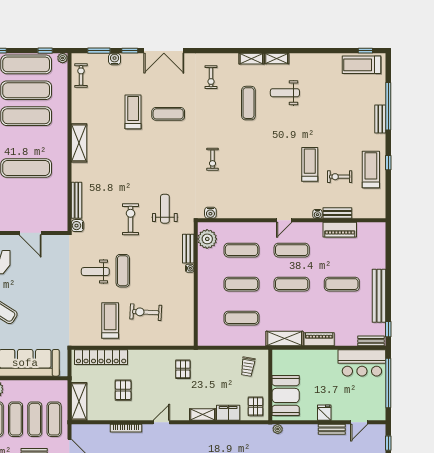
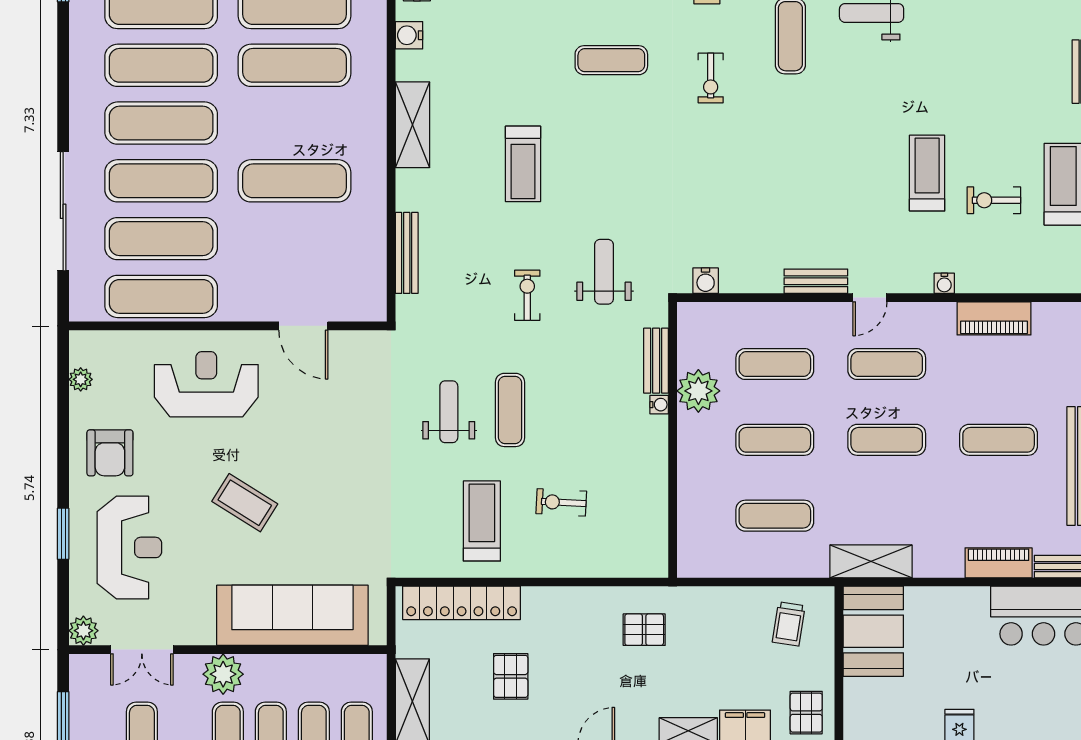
treadmill: (133, 112) -> (523, 164), moved, turned 180
exercise bike: (213, 159) -> (711, 78), moved
bench: (337, 213) -> (816, 281), moved
exercise bike: (130, 219) -> (527, 295), width x0.73, depth x0.72
water cooler: (77, 226) -> (409, 35), moved
plant: (207, 239) -> (698, 391), moved
weight bench: (95, 272) -> (449, 412), turned 90
exercise bike: (146, 312) -> (561, 502), width x0.73, depth x0.72
piano: (319, 339) -> (999, 563), moved
pallet: (183, 369) -> (644, 630), turned 90
booth: (286, 395) -> (873, 631), moved

